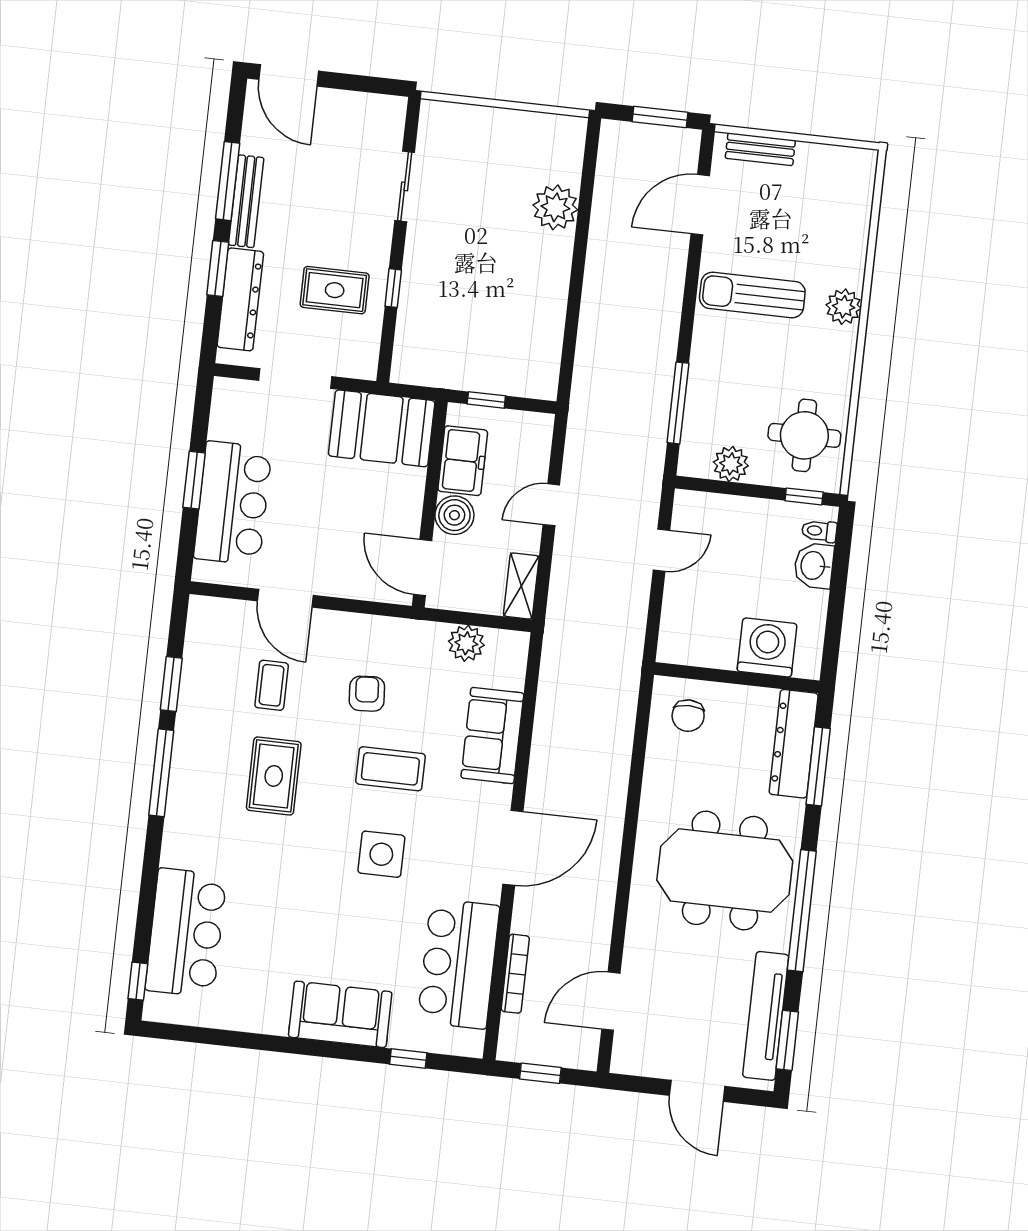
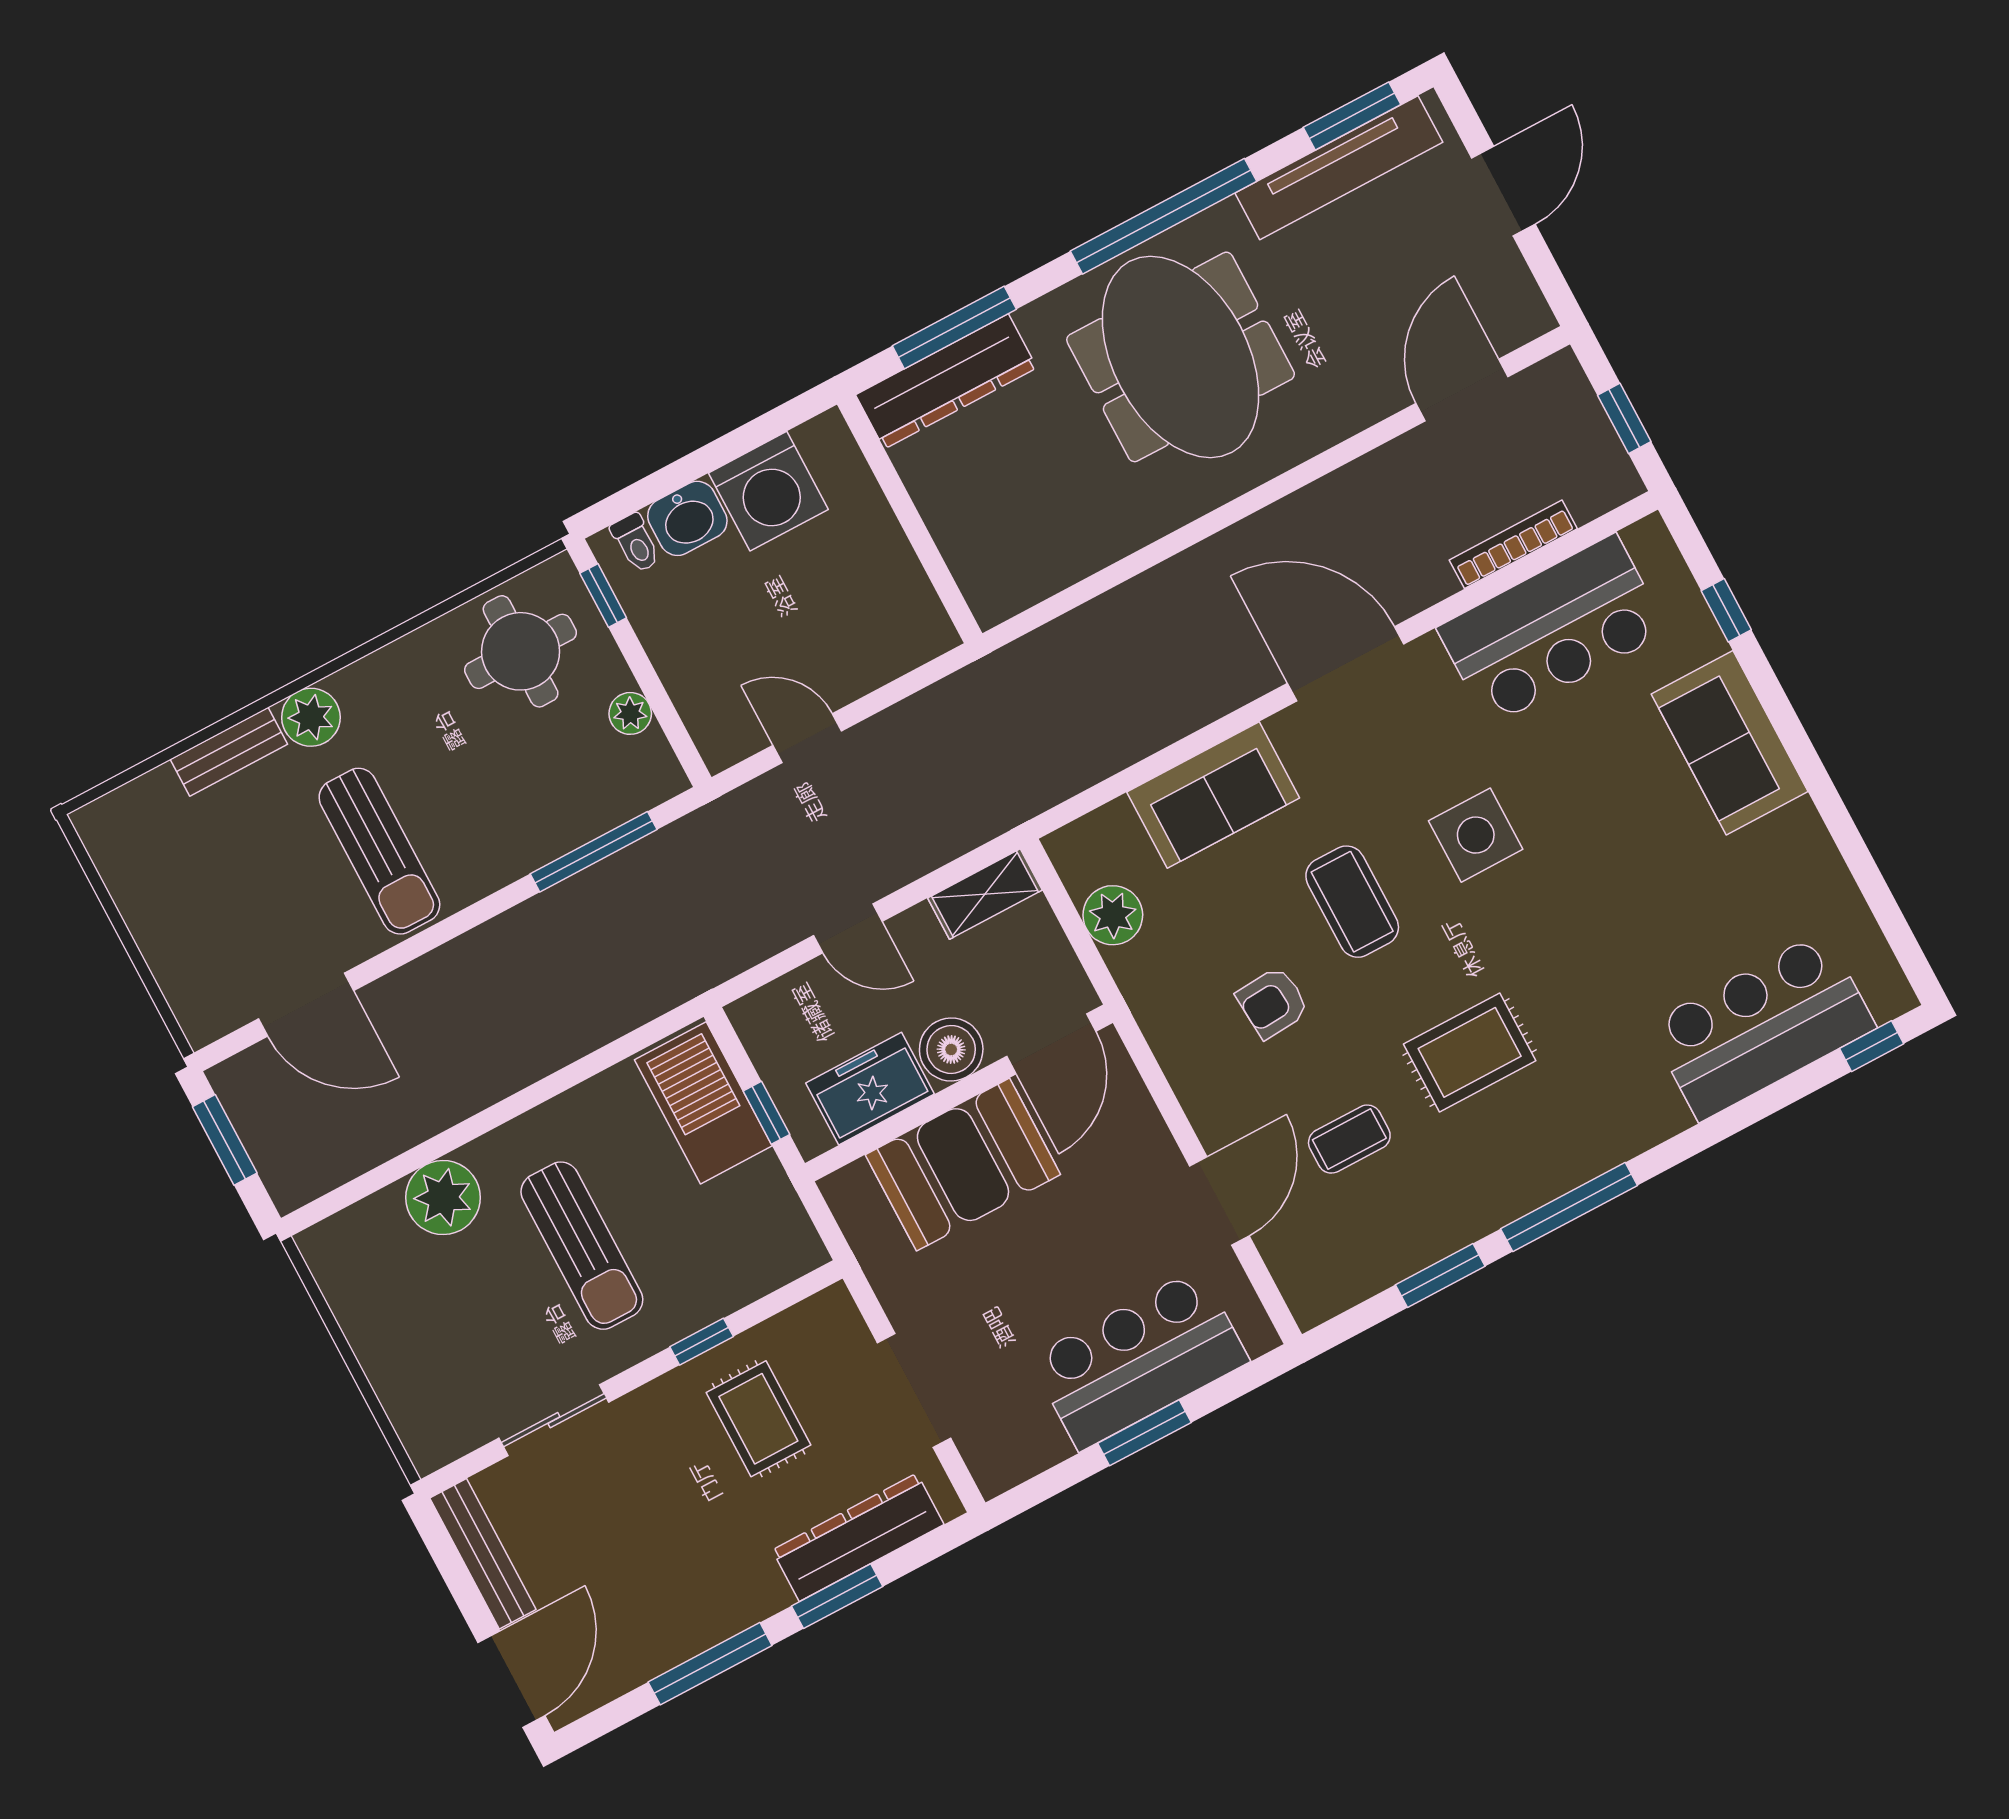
bench: (760, 149) -> (229, 752), moved, turned 90
bench: (246, 201) -> (483, 1554), moved, turned 90
sun lounger: (483, 261) -> (582, 1246), added
barbecue: (513, 372) -> (703, 1103), added
booth: (382, 428) -> (963, 1165), moved, turned 90
plant: (731, 464) -> (630, 713), width x0.73, depth x0.73
washing machine: (767, 647) -> (768, 491), moved, turned -90
chair: (688, 716) -> (1006, 549), removed
door: (611, 1001) -> (1462, 390), swing flipped

